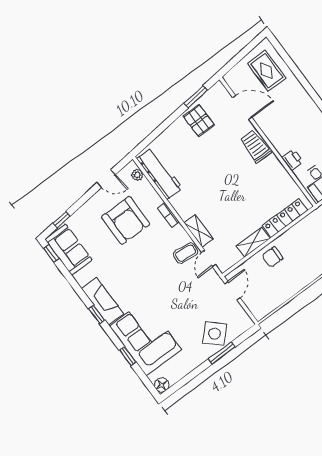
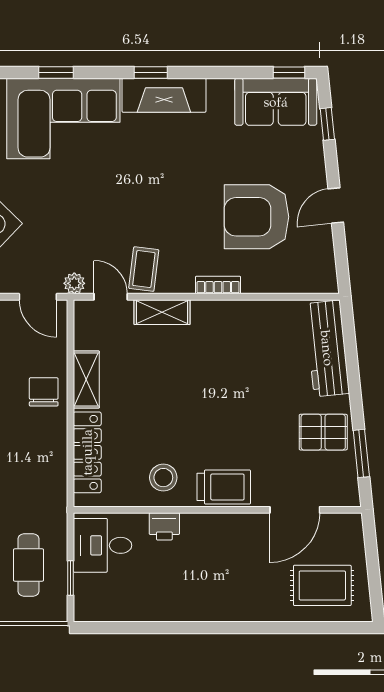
workbench: (160, 174) -> (327, 348), moved, turned 84
plant: (137, 175) -> (74, 283), moved
stool: (271, 176) -> (163, 478), added
door: (106, 179) -> (336, 205), moved

